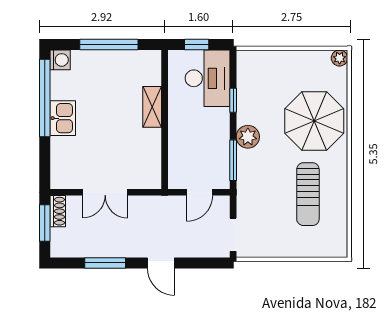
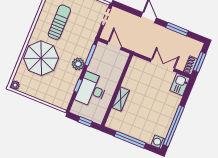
desk: (208, 78) -> (92, 90), moved
kitchen sink: (63, 118) -> (180, 84), moved
door: (200, 192) -> (114, 46), hinge flipped

